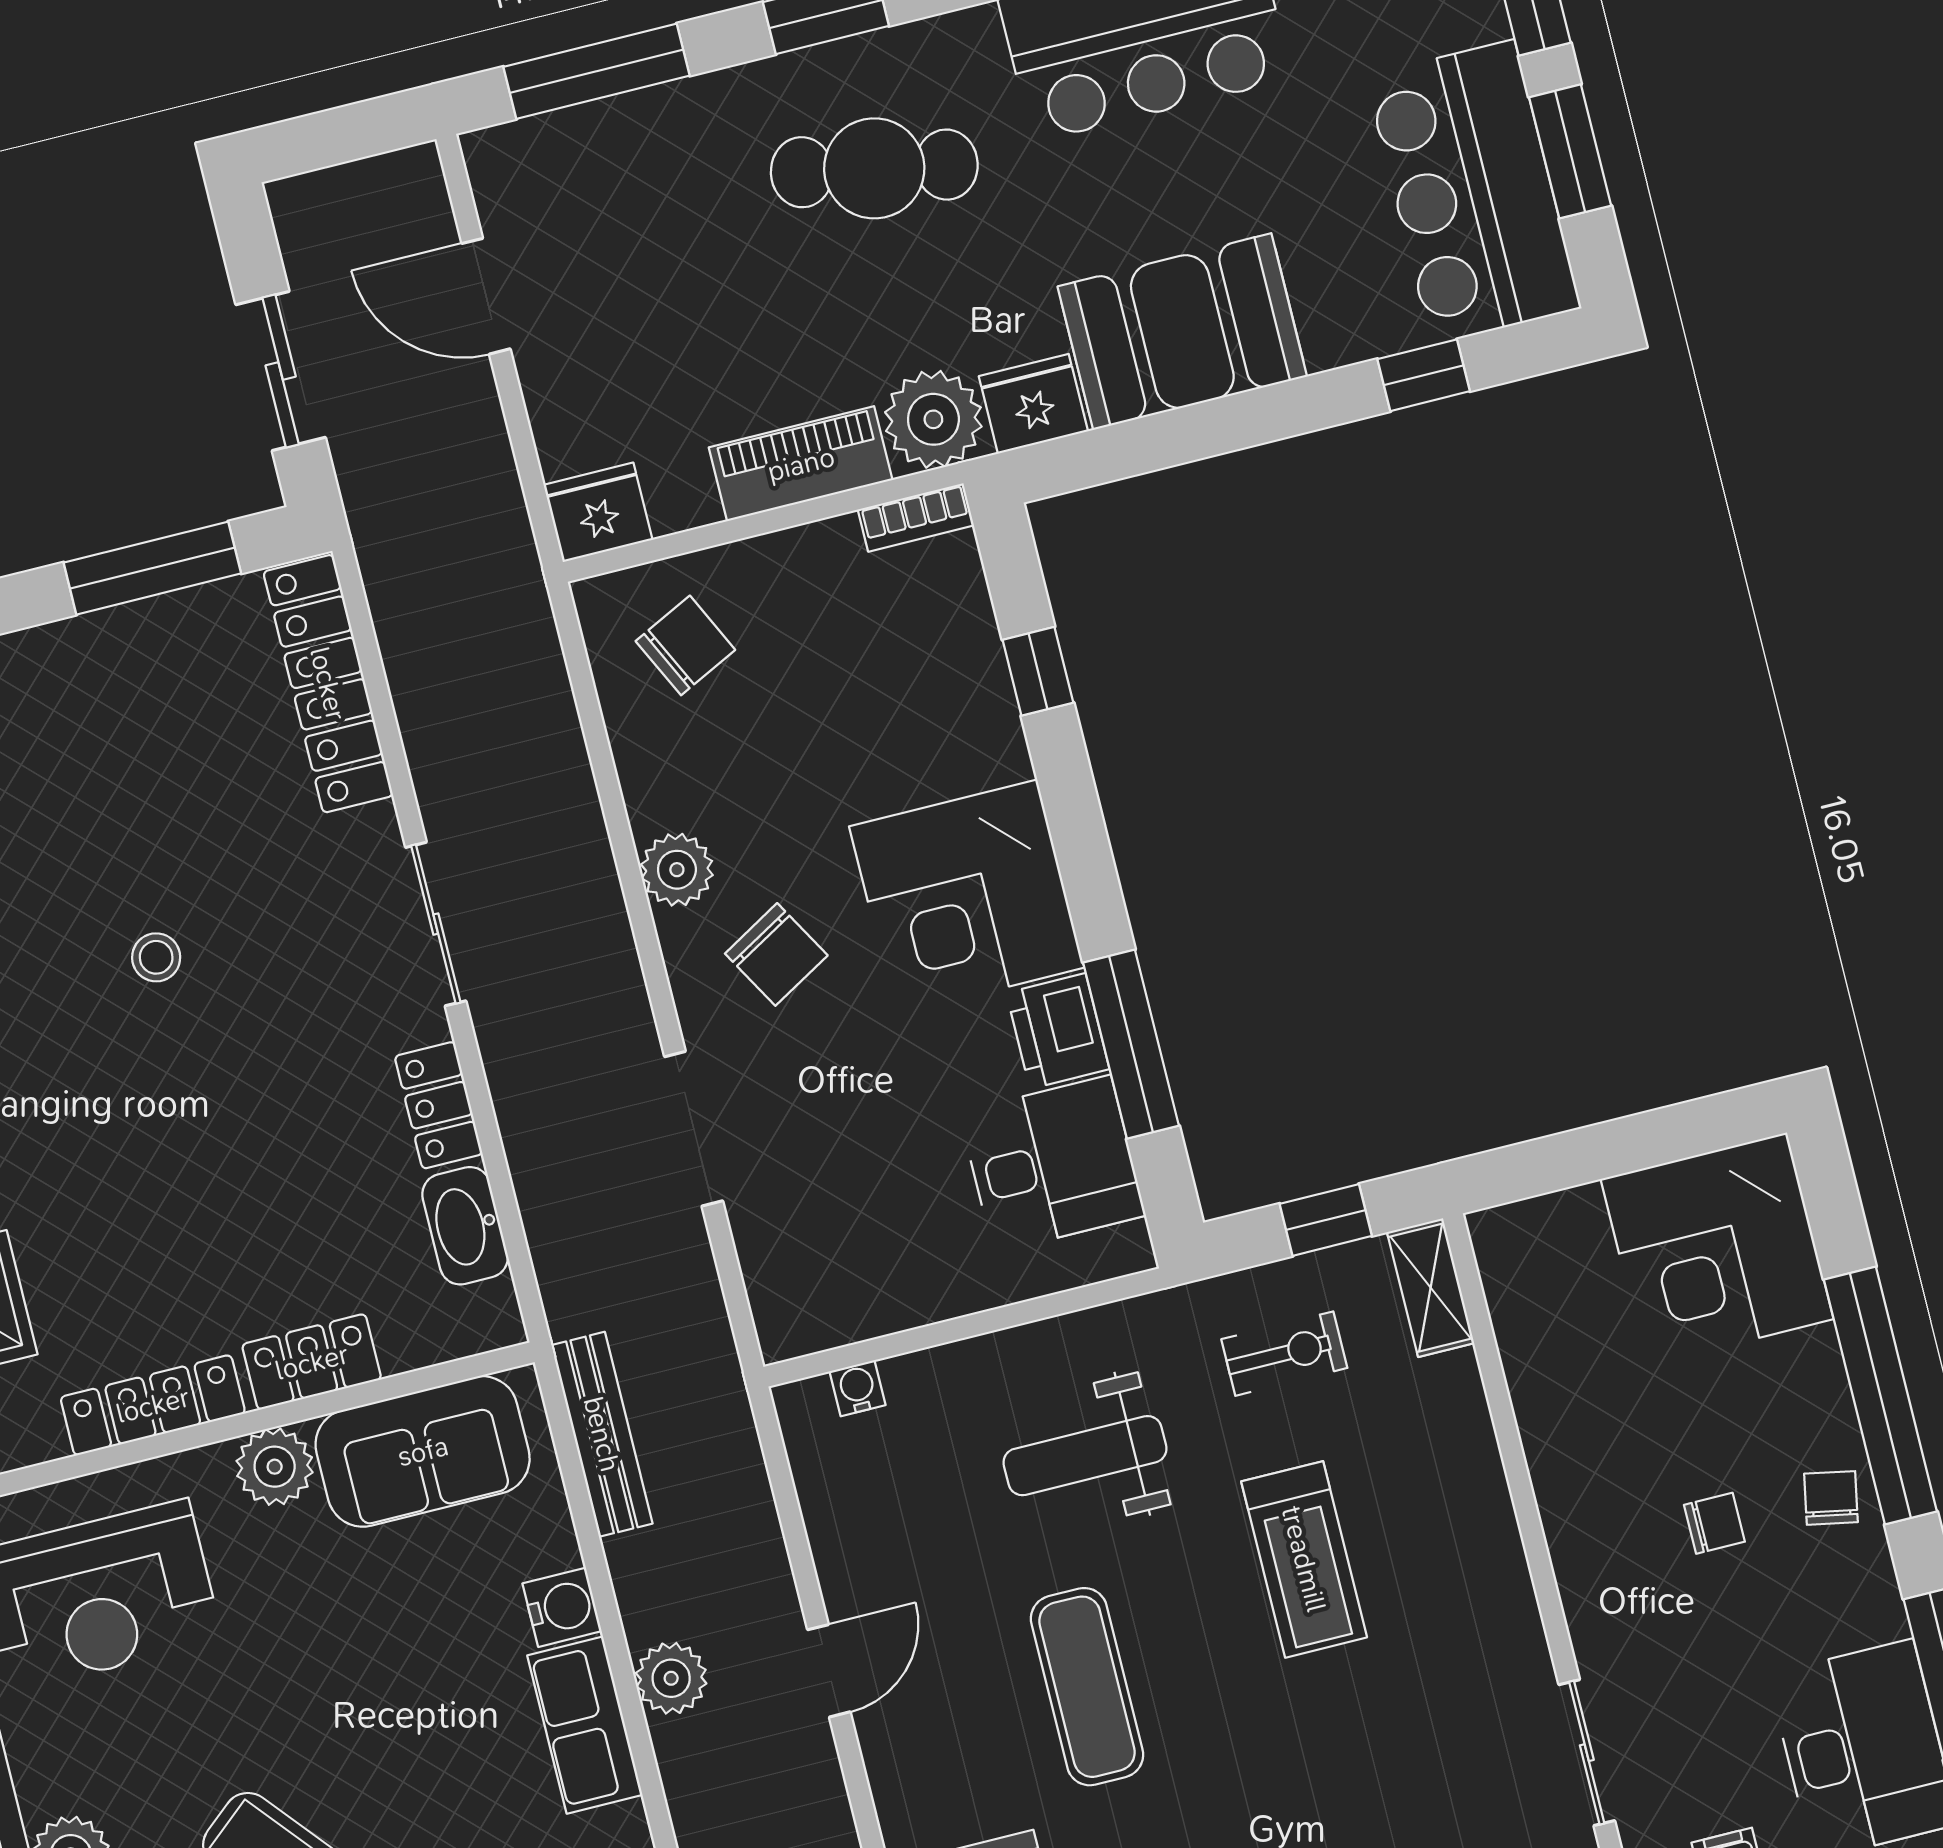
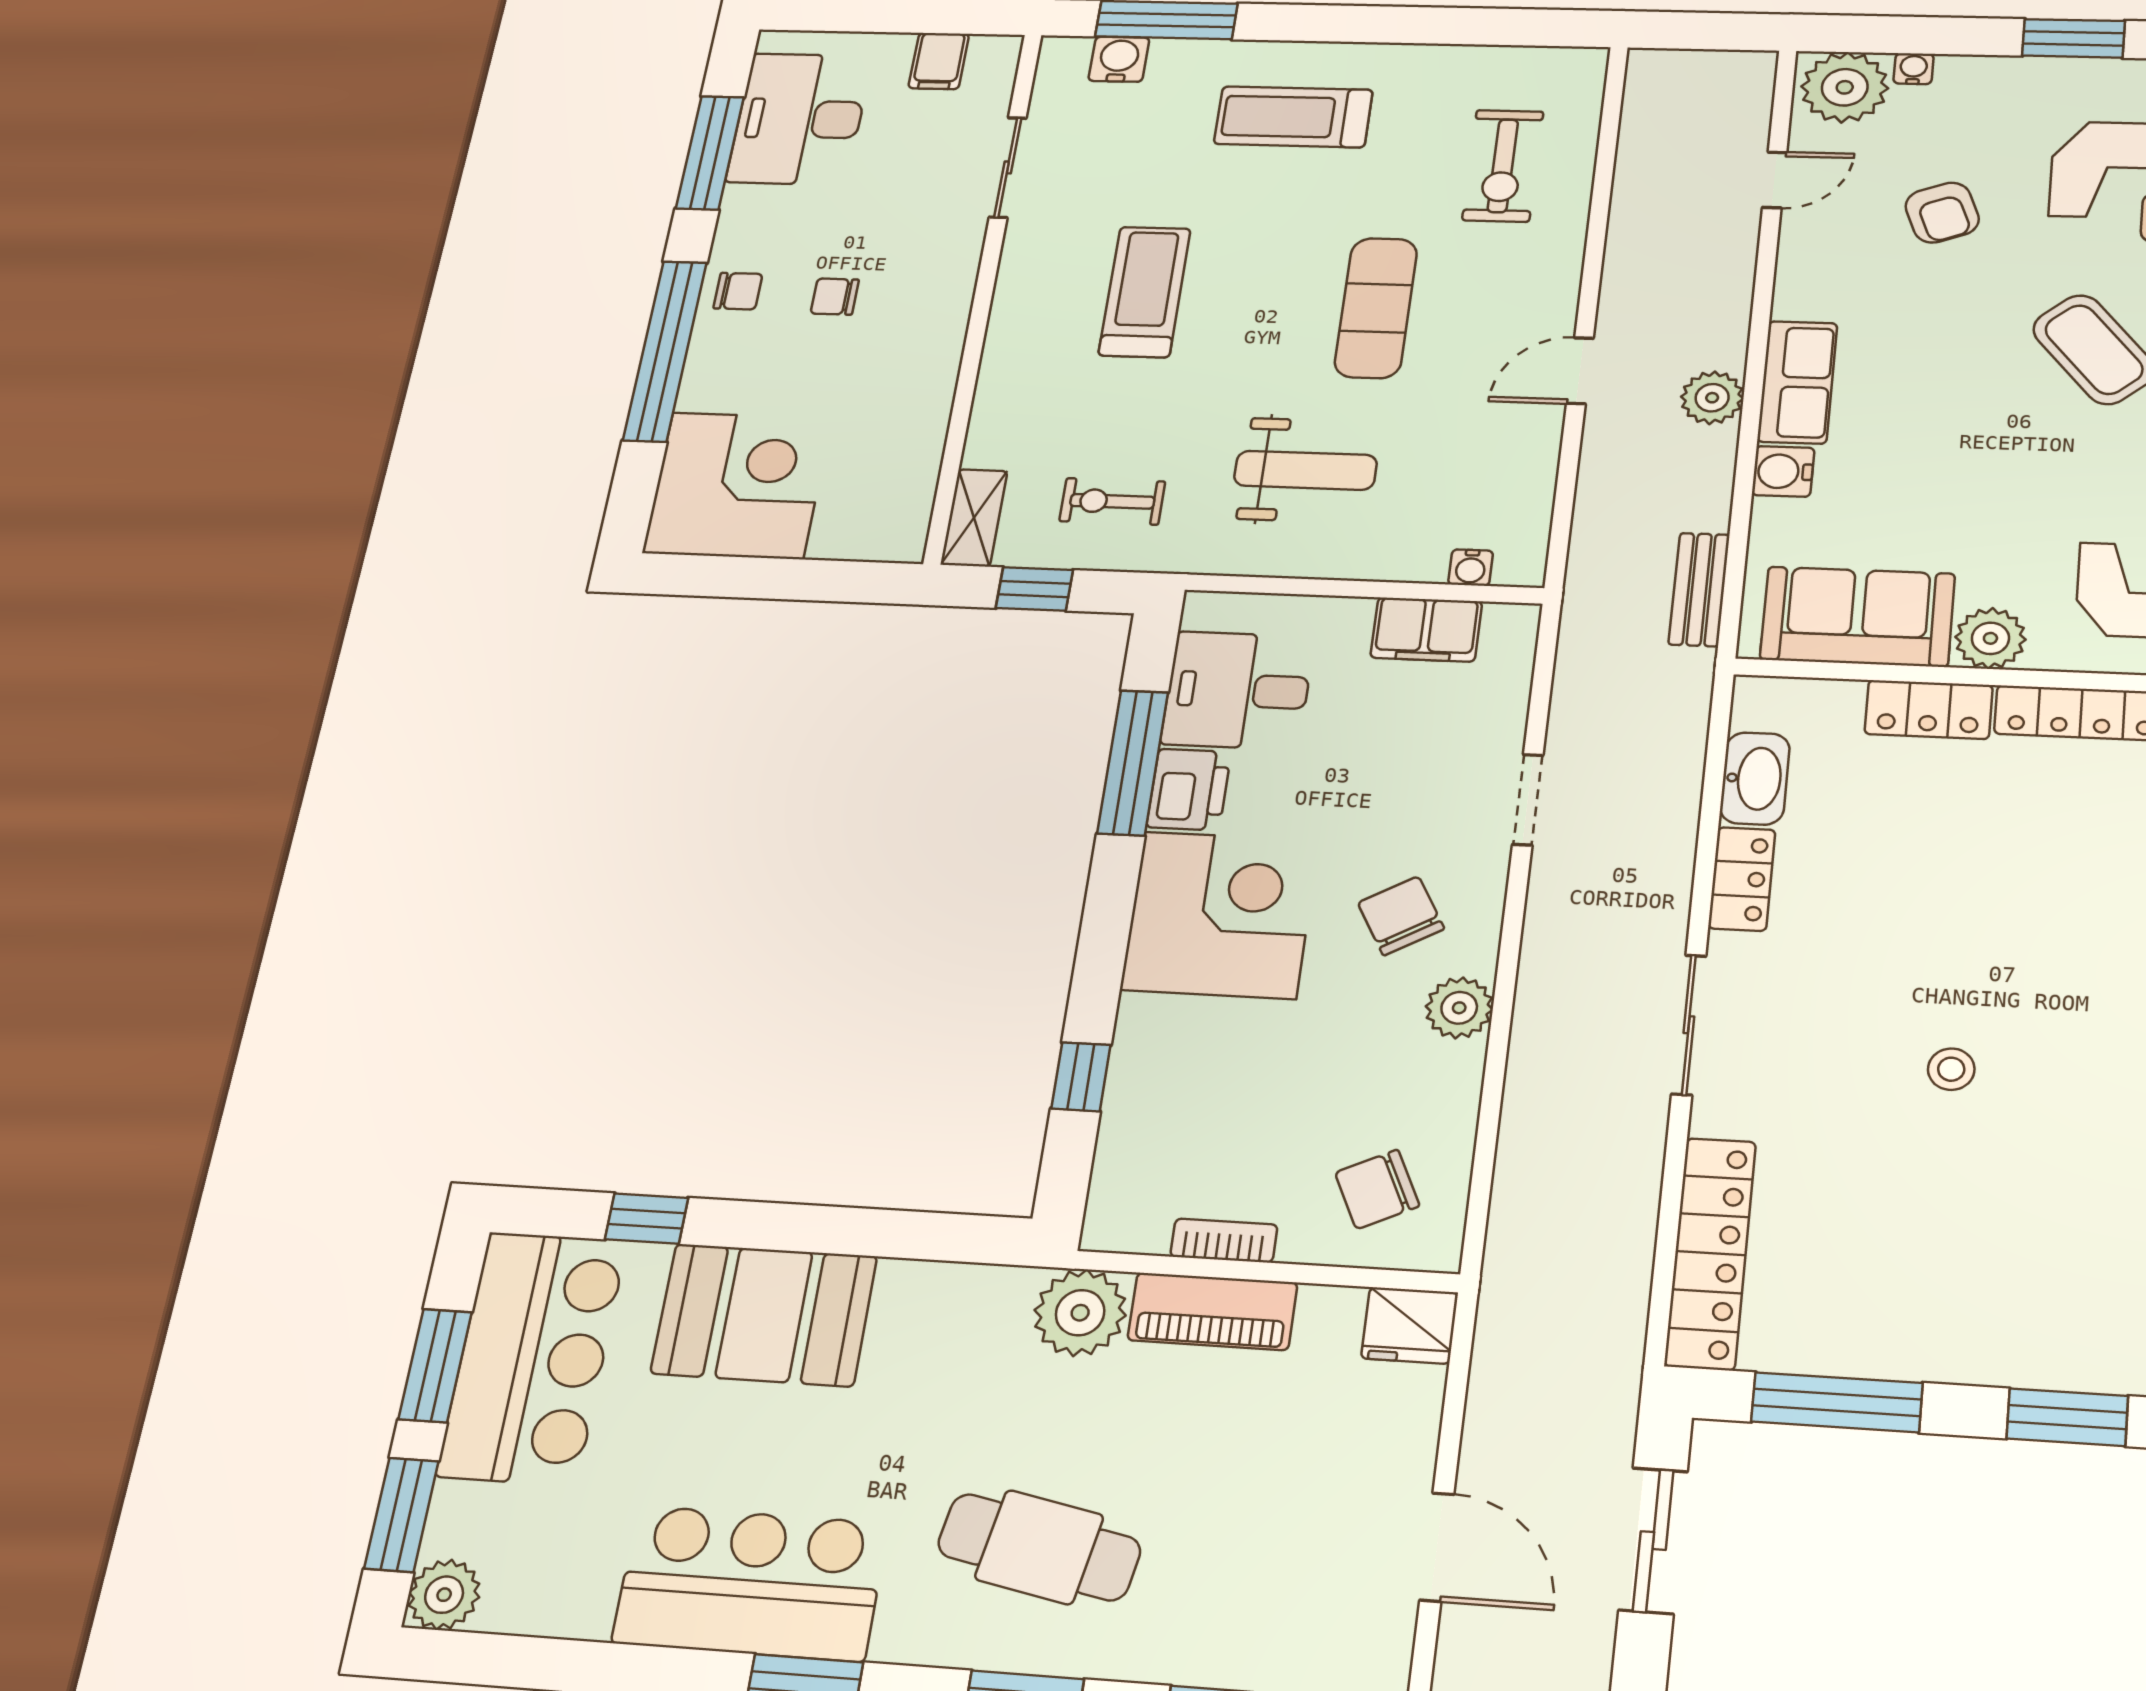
booth: (1182, 332) -> (764, 1315), moved
fridge: (1033, 404) -> (988, 1299), removed
bookcase: (916, 517) -> (1224, 1241), moved
doorway: (694, 1129) -> (1528, 800), width x0.73
filing cabinet: (877, 1298) -> (1426, 630), added
bench: (602, 1434) -> (1699, 589), width x0.73
chair: (1831, 1498) -> (738, 291), turned -101
treadmill: (1304, 1559) -> (1145, 292), moved

